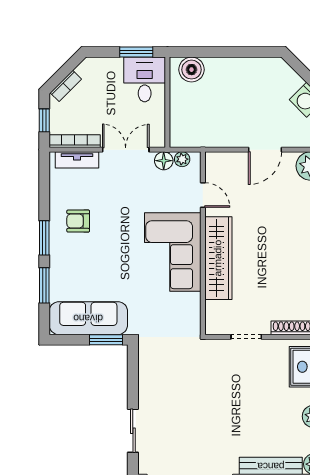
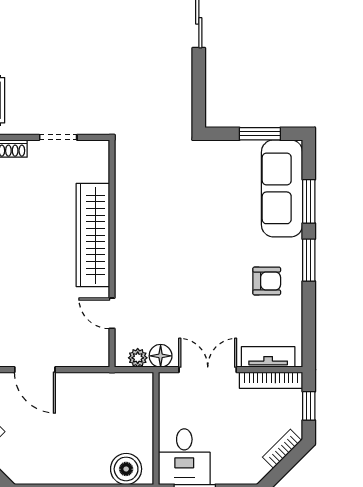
double door: (126, 150) -> (208, 370), swing flipped
door: (265, 150) -> (35, 370), swing flipped
corner sofa: (173, 252) -> (149, 243), removed
sofa: (88, 318) -> (282, 188), moved, turned 90
window: (106, 340) -> (260, 134), moved

